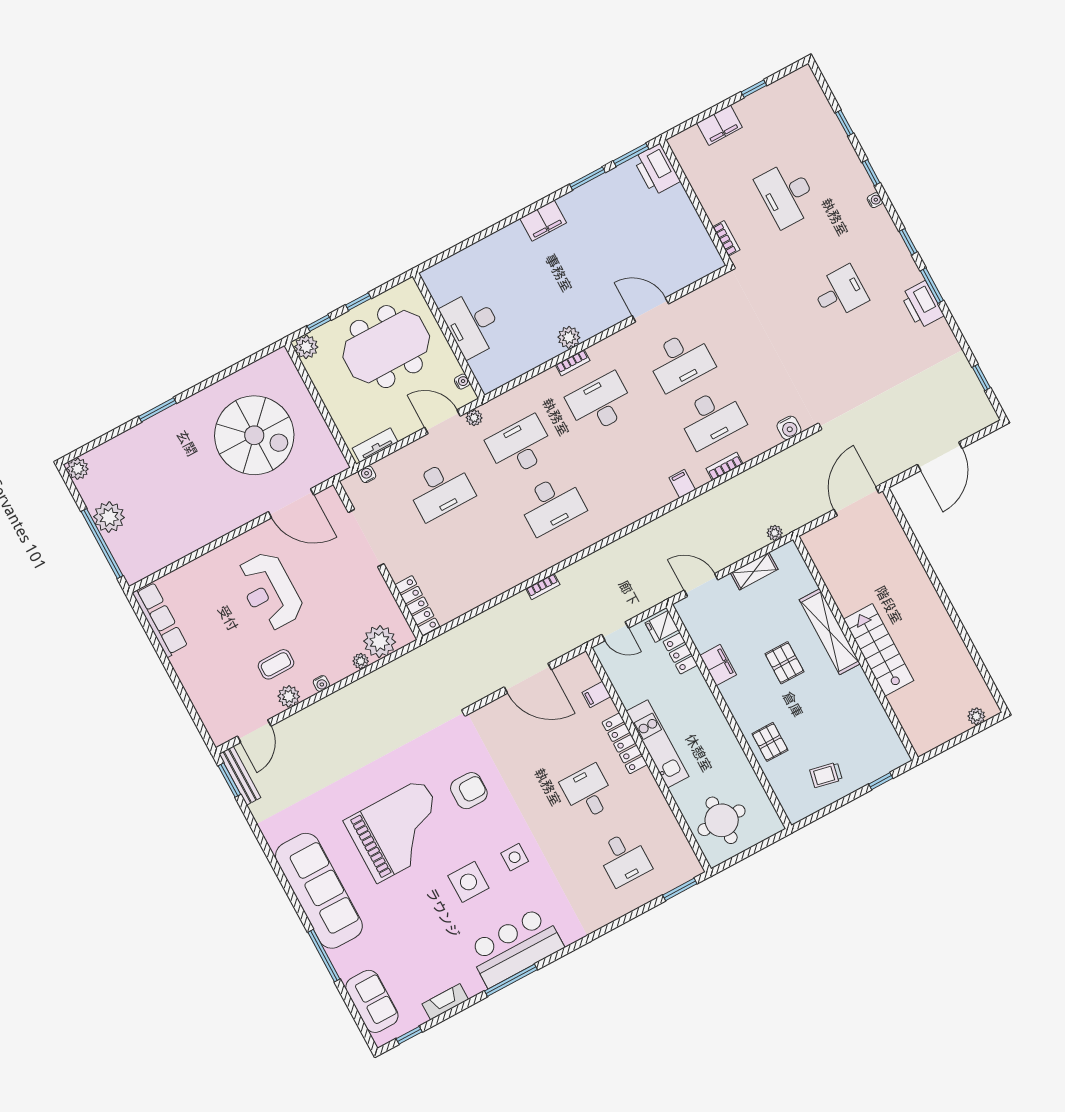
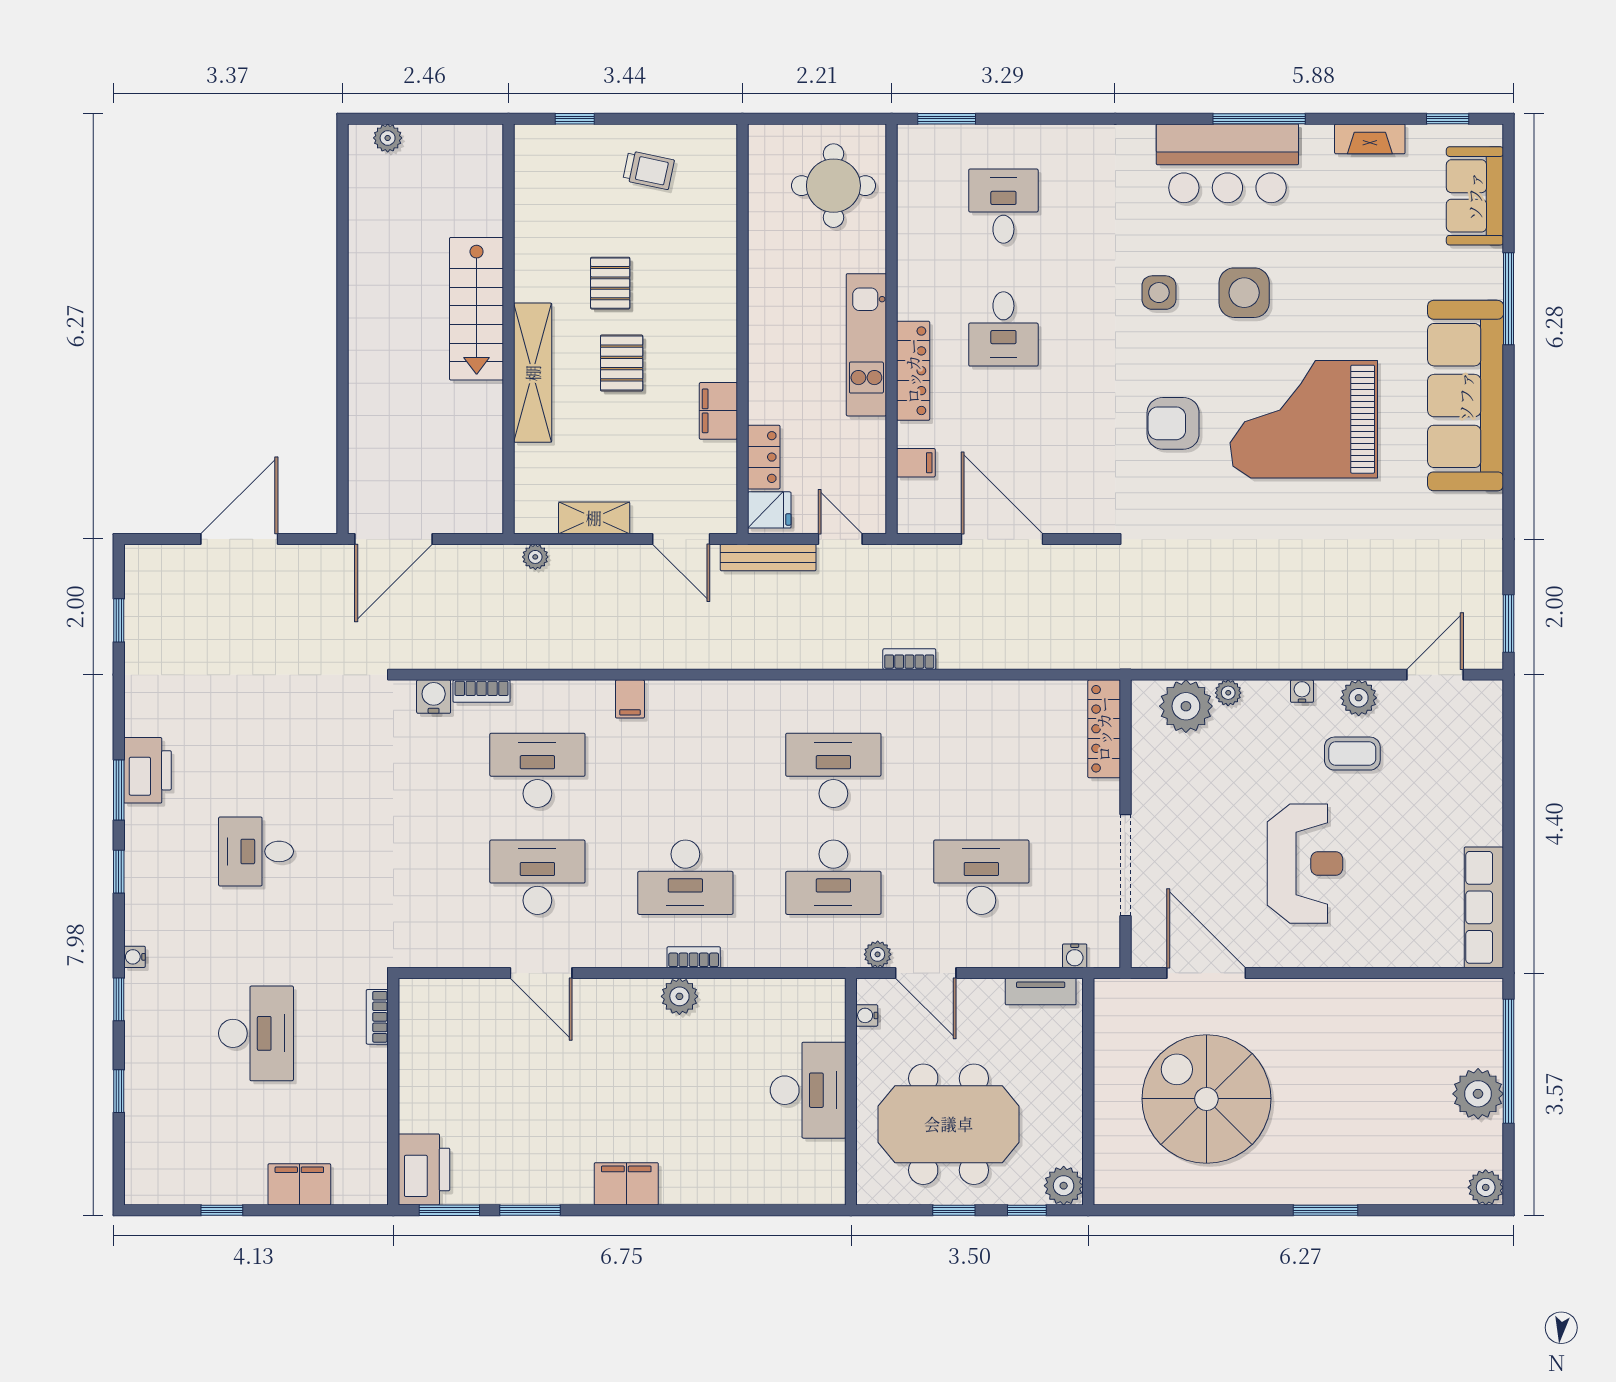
bookcase: (725, 466) -> (482, 691), moved
pallet: (770, 742) -> (610, 283), moved
bench: (240, 776) -> (768, 558), moved, turned 90

